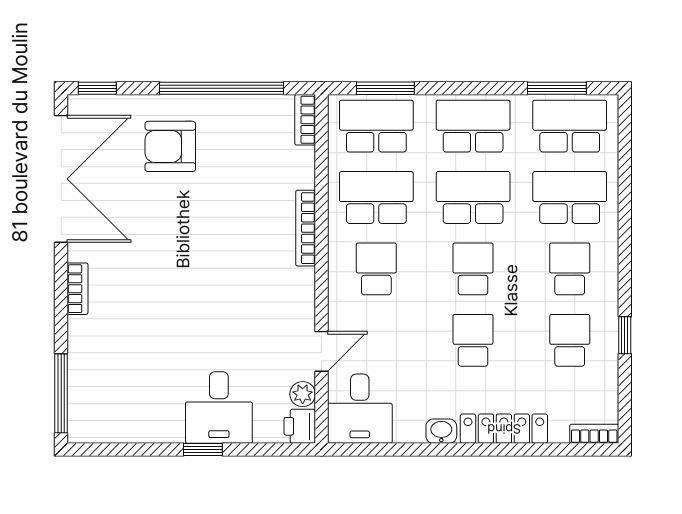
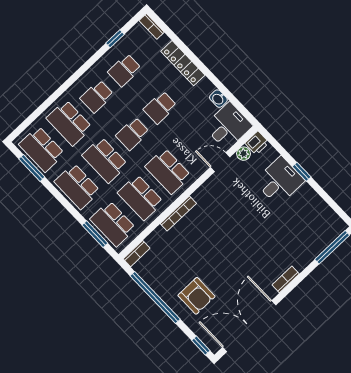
school desk: (376, 269) -> (168, 171), width x1.85
window: (625, 335) -> (115, 39), moved
washbasin: (441, 431) -> (218, 99), moved

